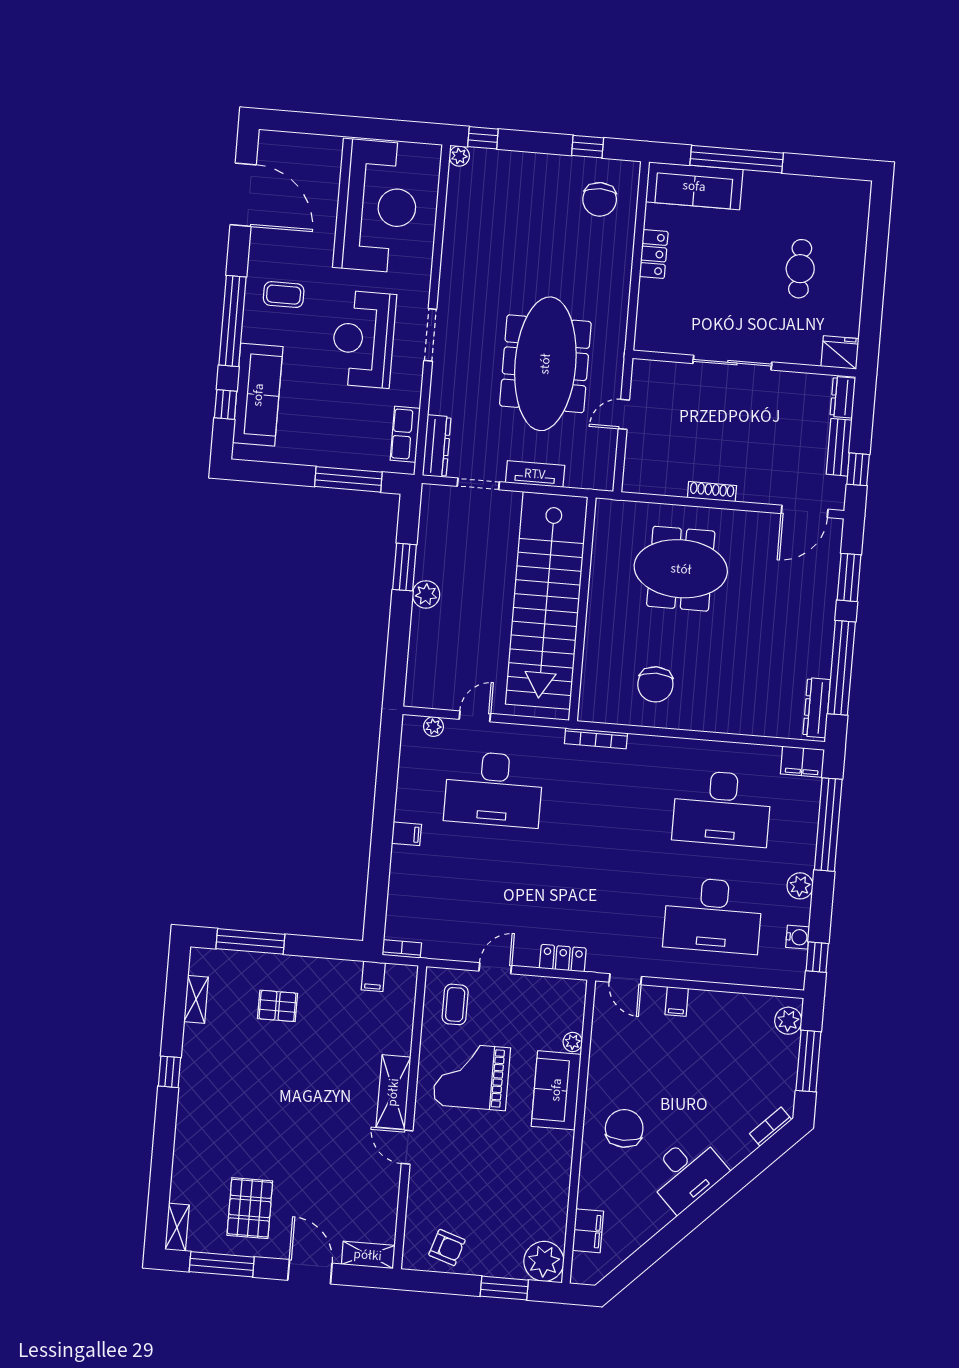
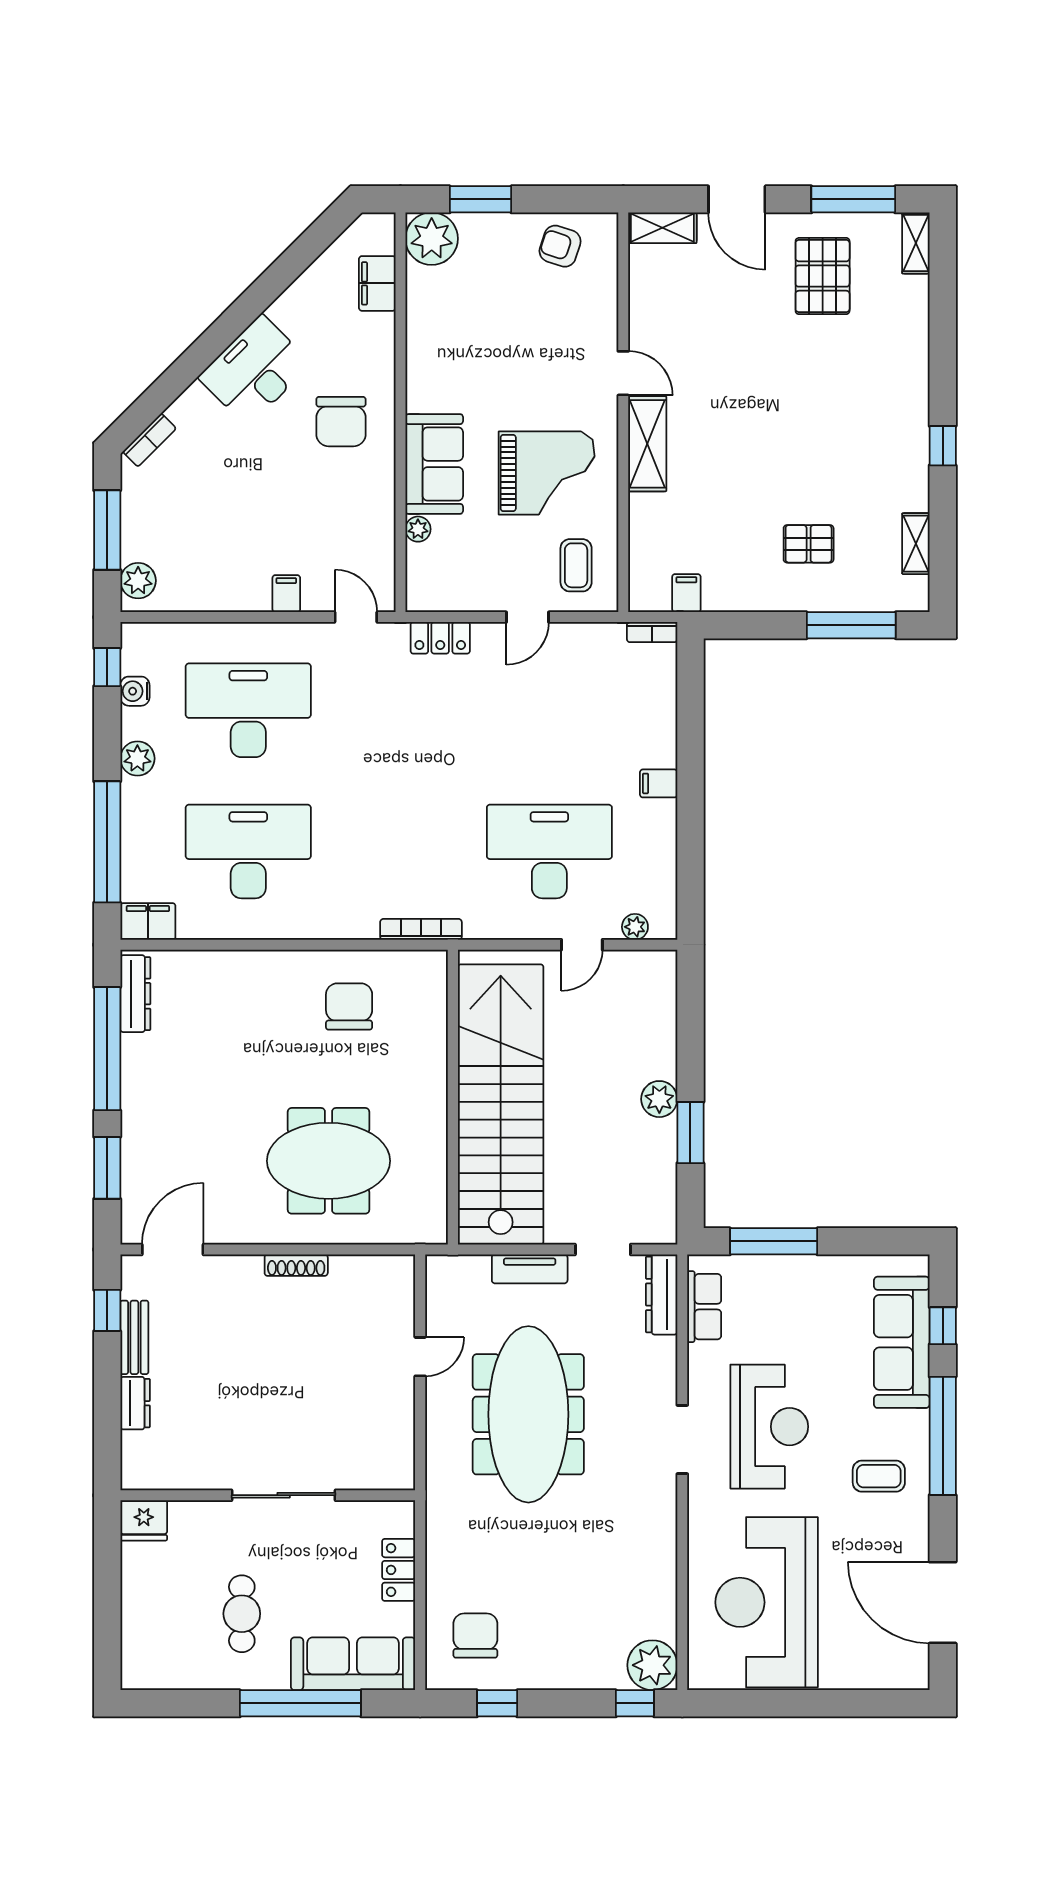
plant: (459, 156) -> (652, 1665), width x1.88, depth x1.88
cafe table: (800, 269) -> (242, 1614), moved
fridge: (840, 353) -> (144, 1520), moved
sliding door: (732, 363) -> (284, 1495), moved
wall: (744, 364) -> (268, 1495), moved

